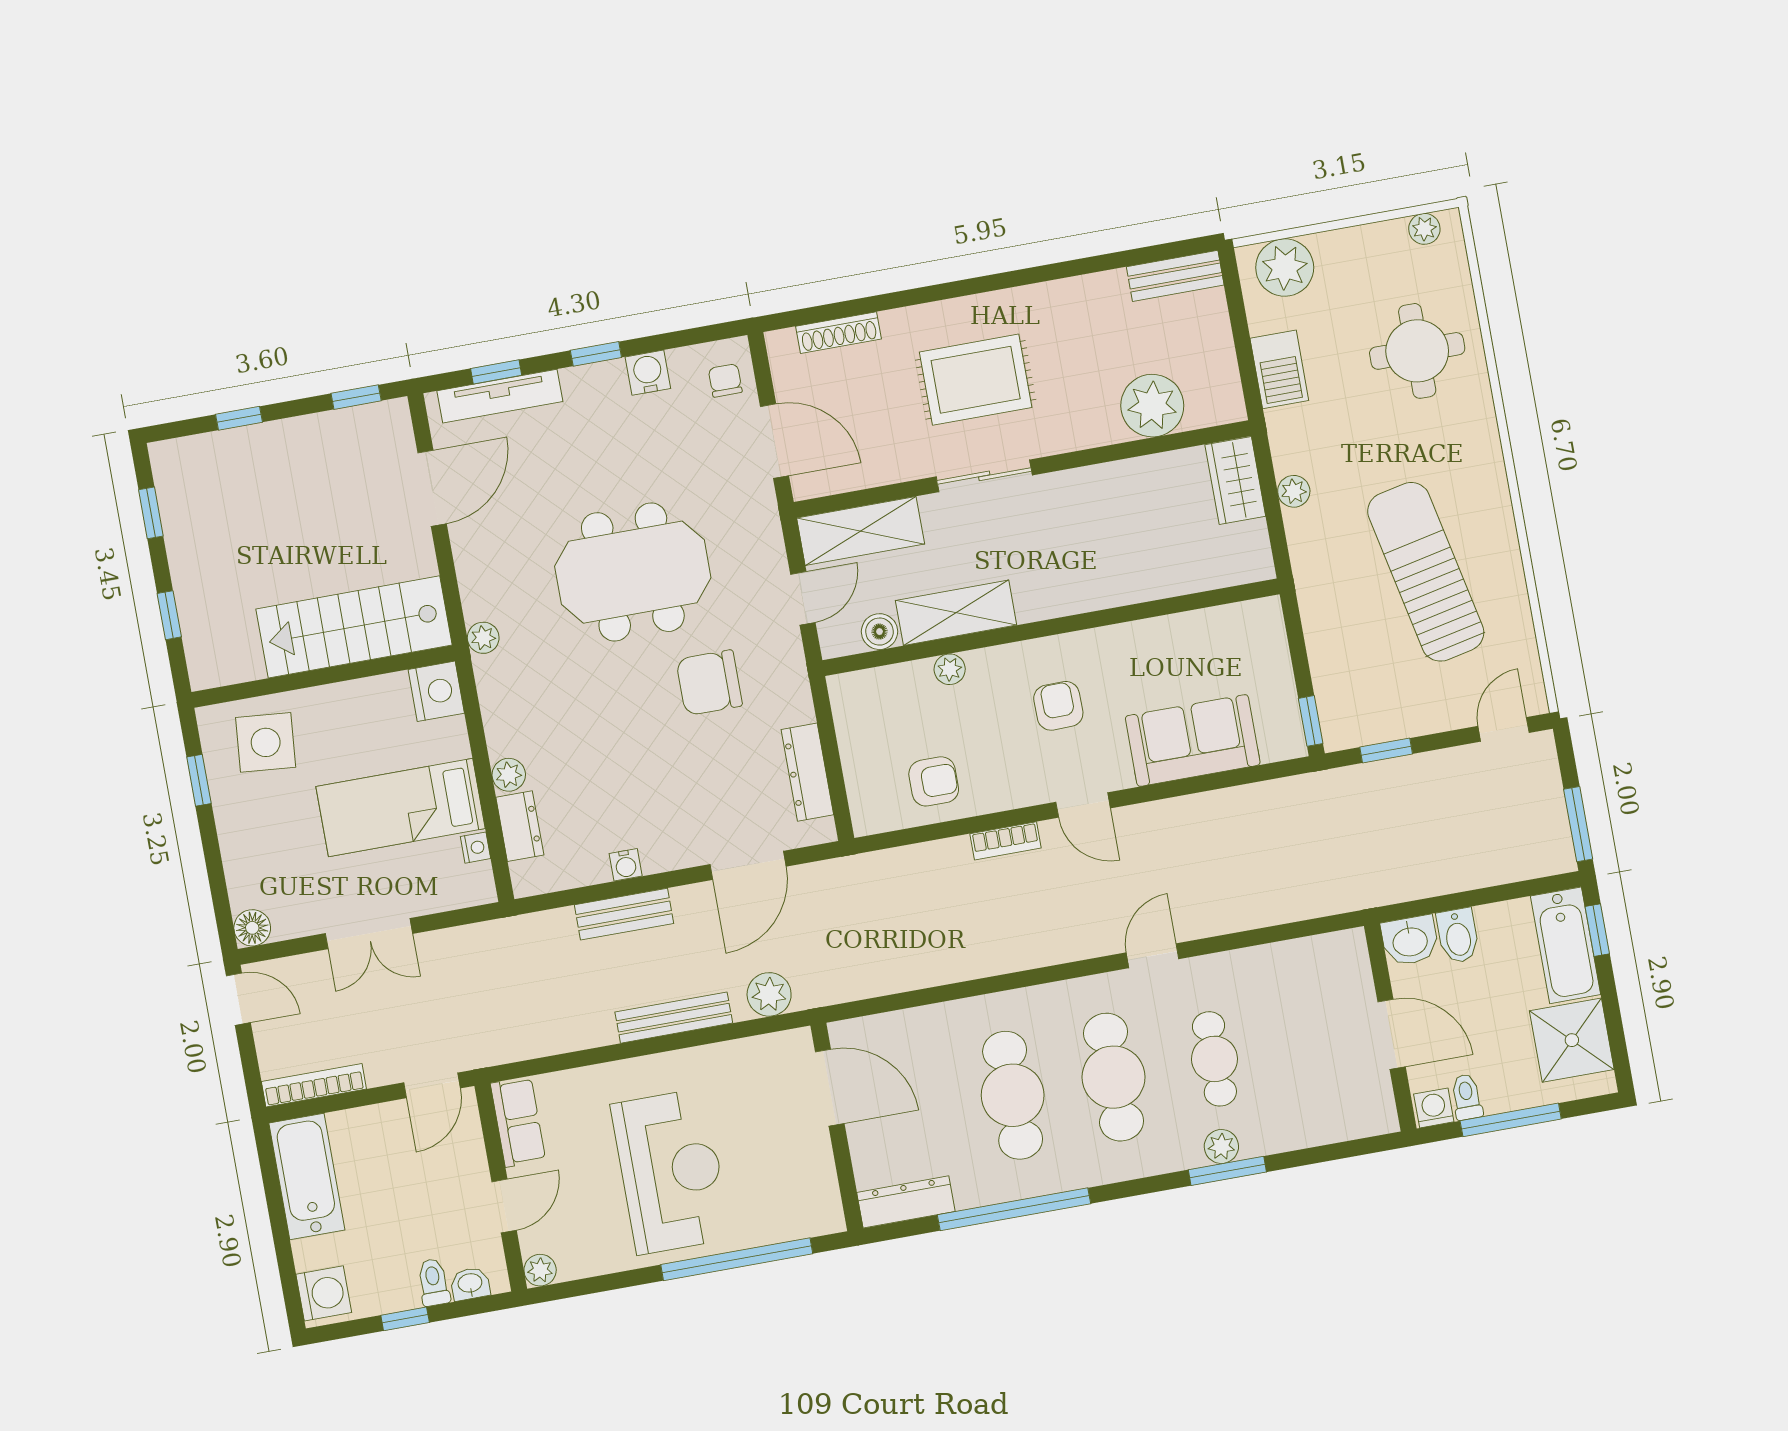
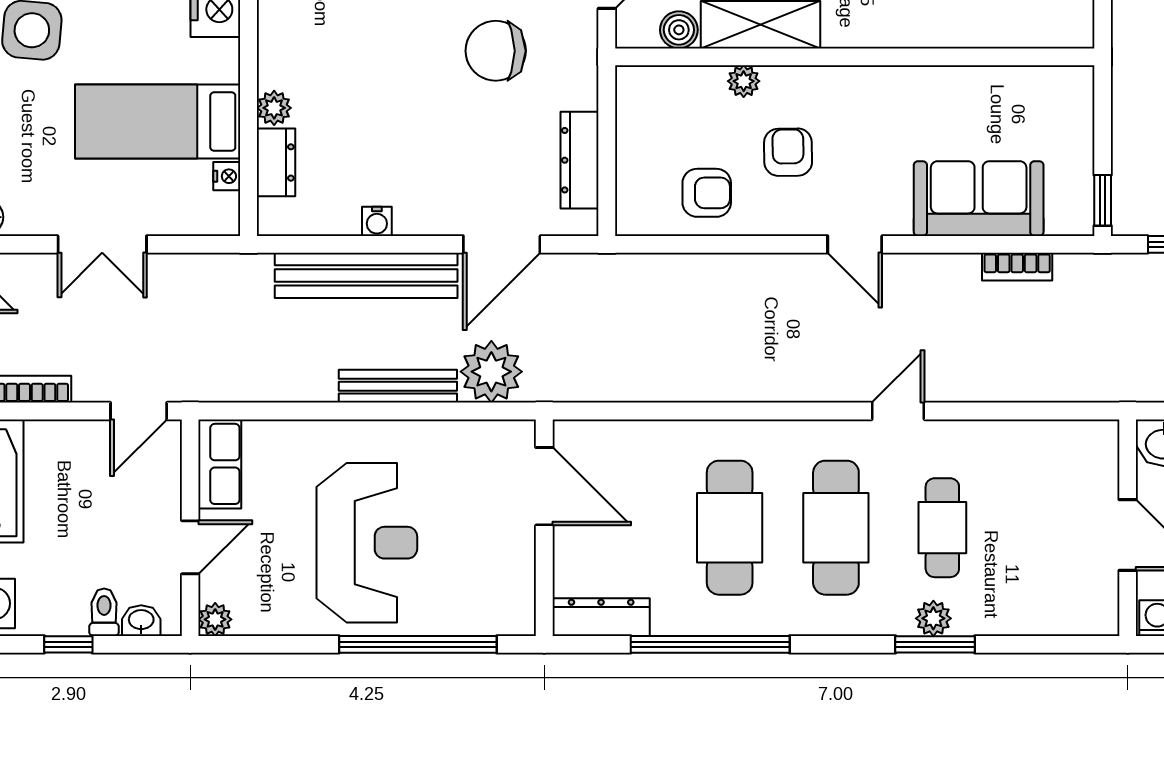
armchair: (1058, 706) -> (788, 152), moved
bookcase: (1006, 841) -> (1017, 267), moved
bench: (624, 914) -> (366, 275), width x1.86, depth x1.21
plant: (769, 994) -> (491, 372), width x1.36, depth x1.36

